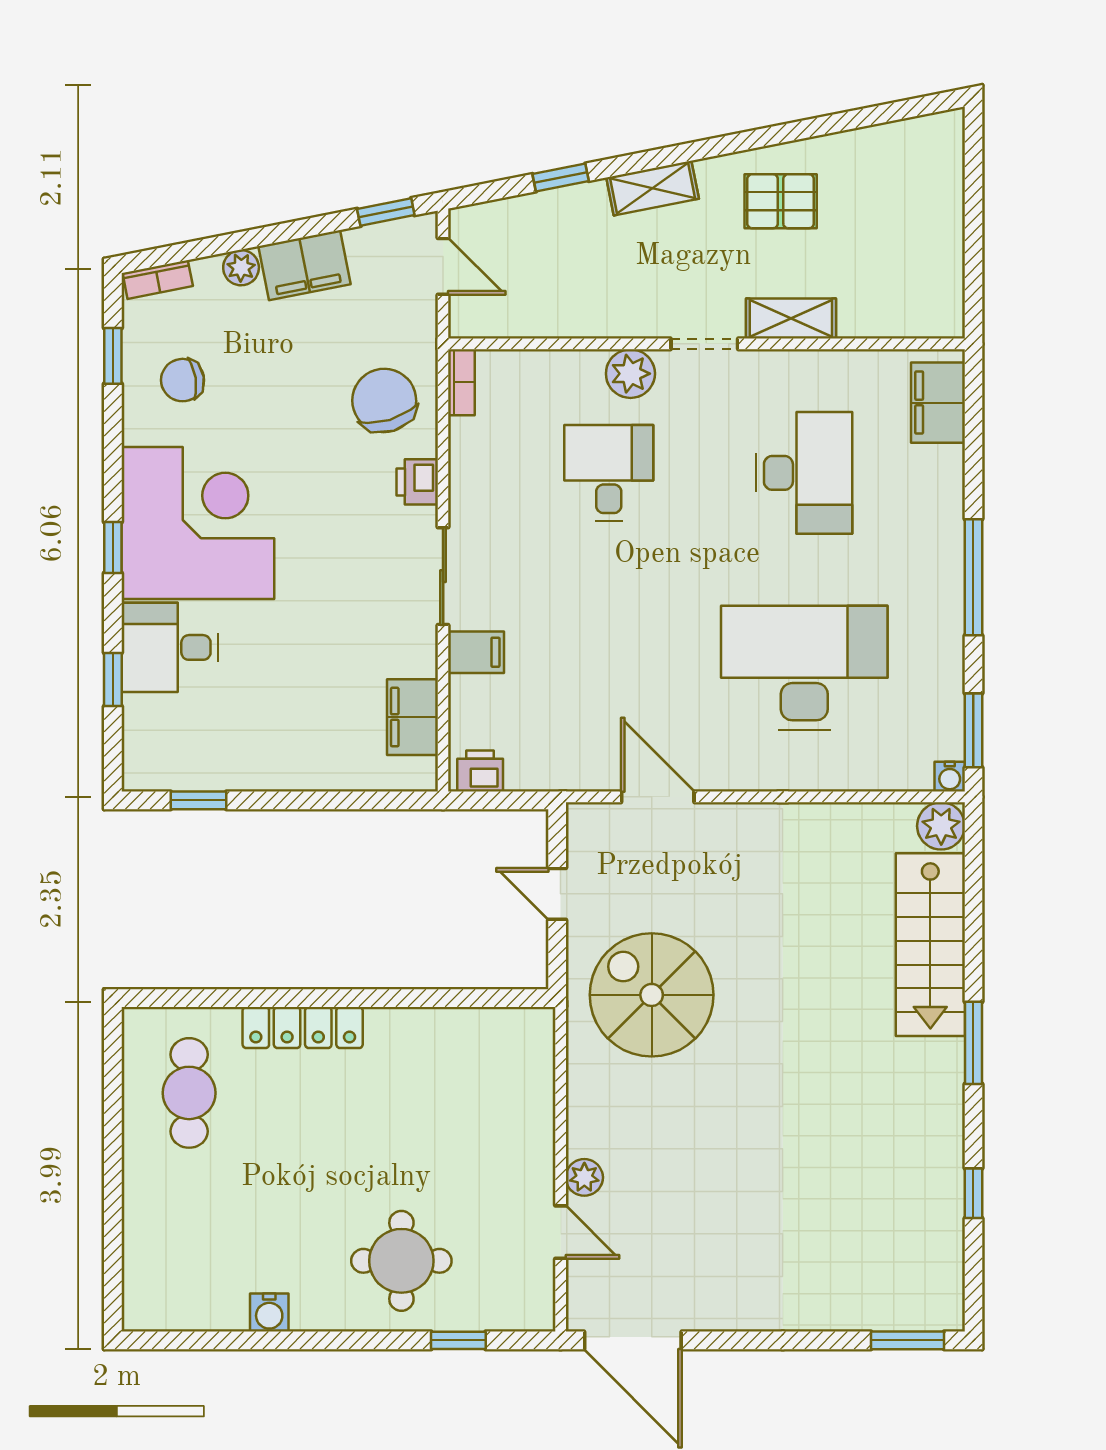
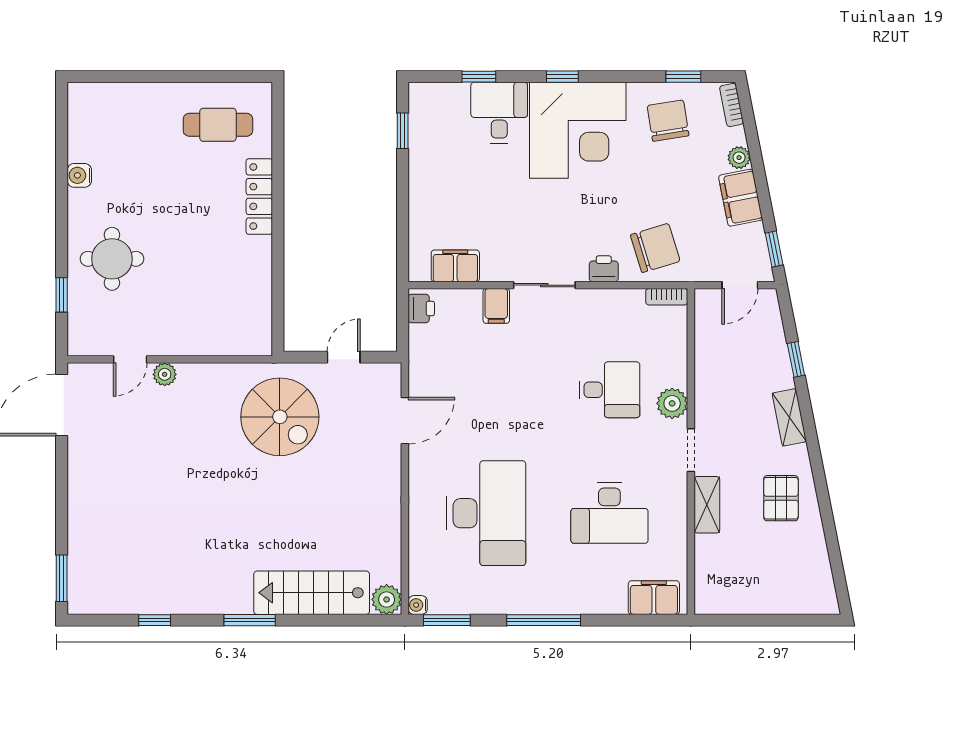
chair: (183, 380) -> (668, 121), width x1.37, depth x1.37
spiral stairs: (652, 995) -> (280, 417), turned 90

